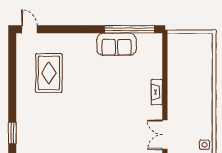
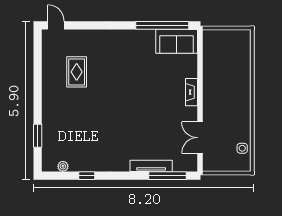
sofa: (117, 44) -> (177, 41), moved
rug: (49, 73) -> (77, 72), width x0.73, depth x0.70

